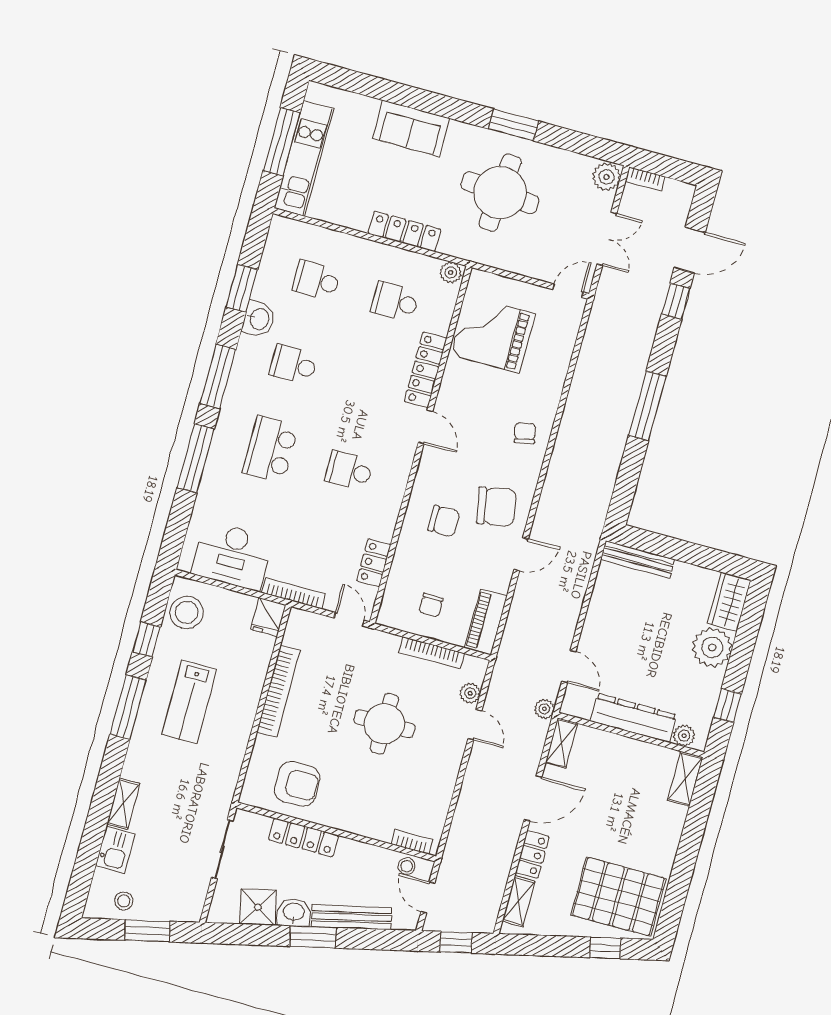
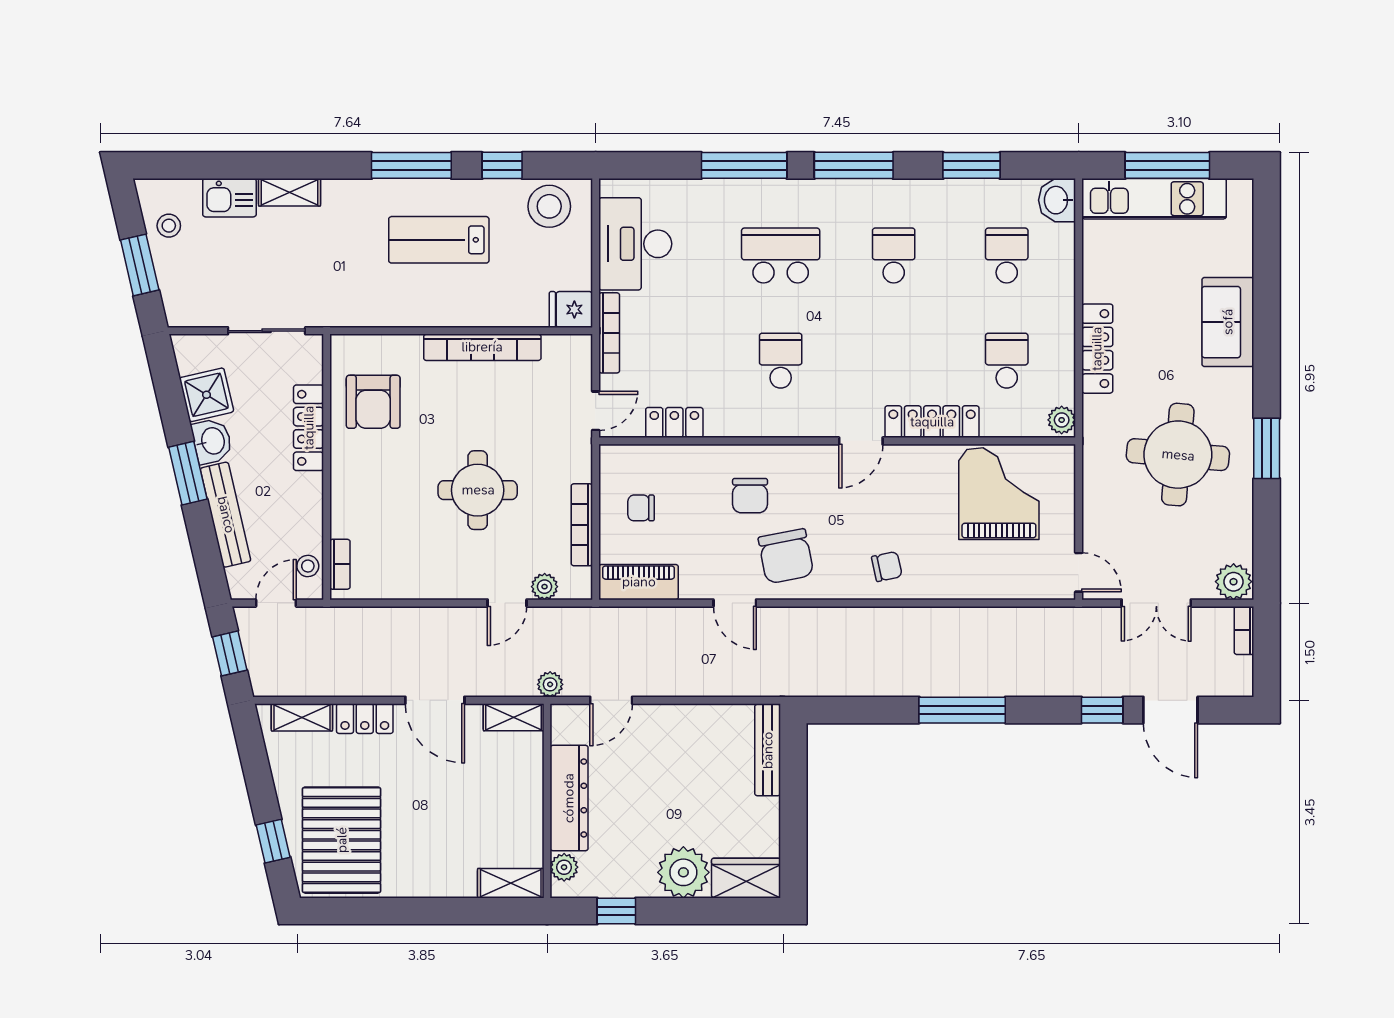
washbasin: (259, 319) -> (1057, 200), moved, turned 90

